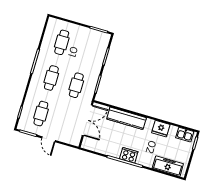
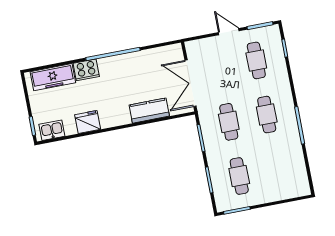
cafe table: (62, 42) -> (239, 176), moved
kitchen counter: (126, 118) -> (149, 111), width x0.67
cooker: (129, 155) -> (86, 70), moved

